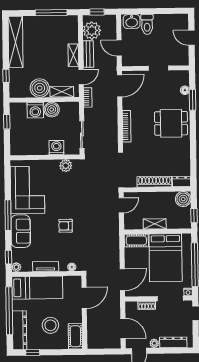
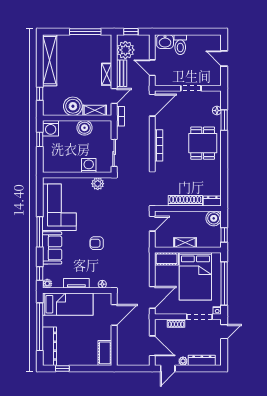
washing machine: (35, 110) -> (51, 128), moved
dining table: (171, 123) -> (203, 143), turned 90
stool: (50, 325) -> (80, 342), removed

